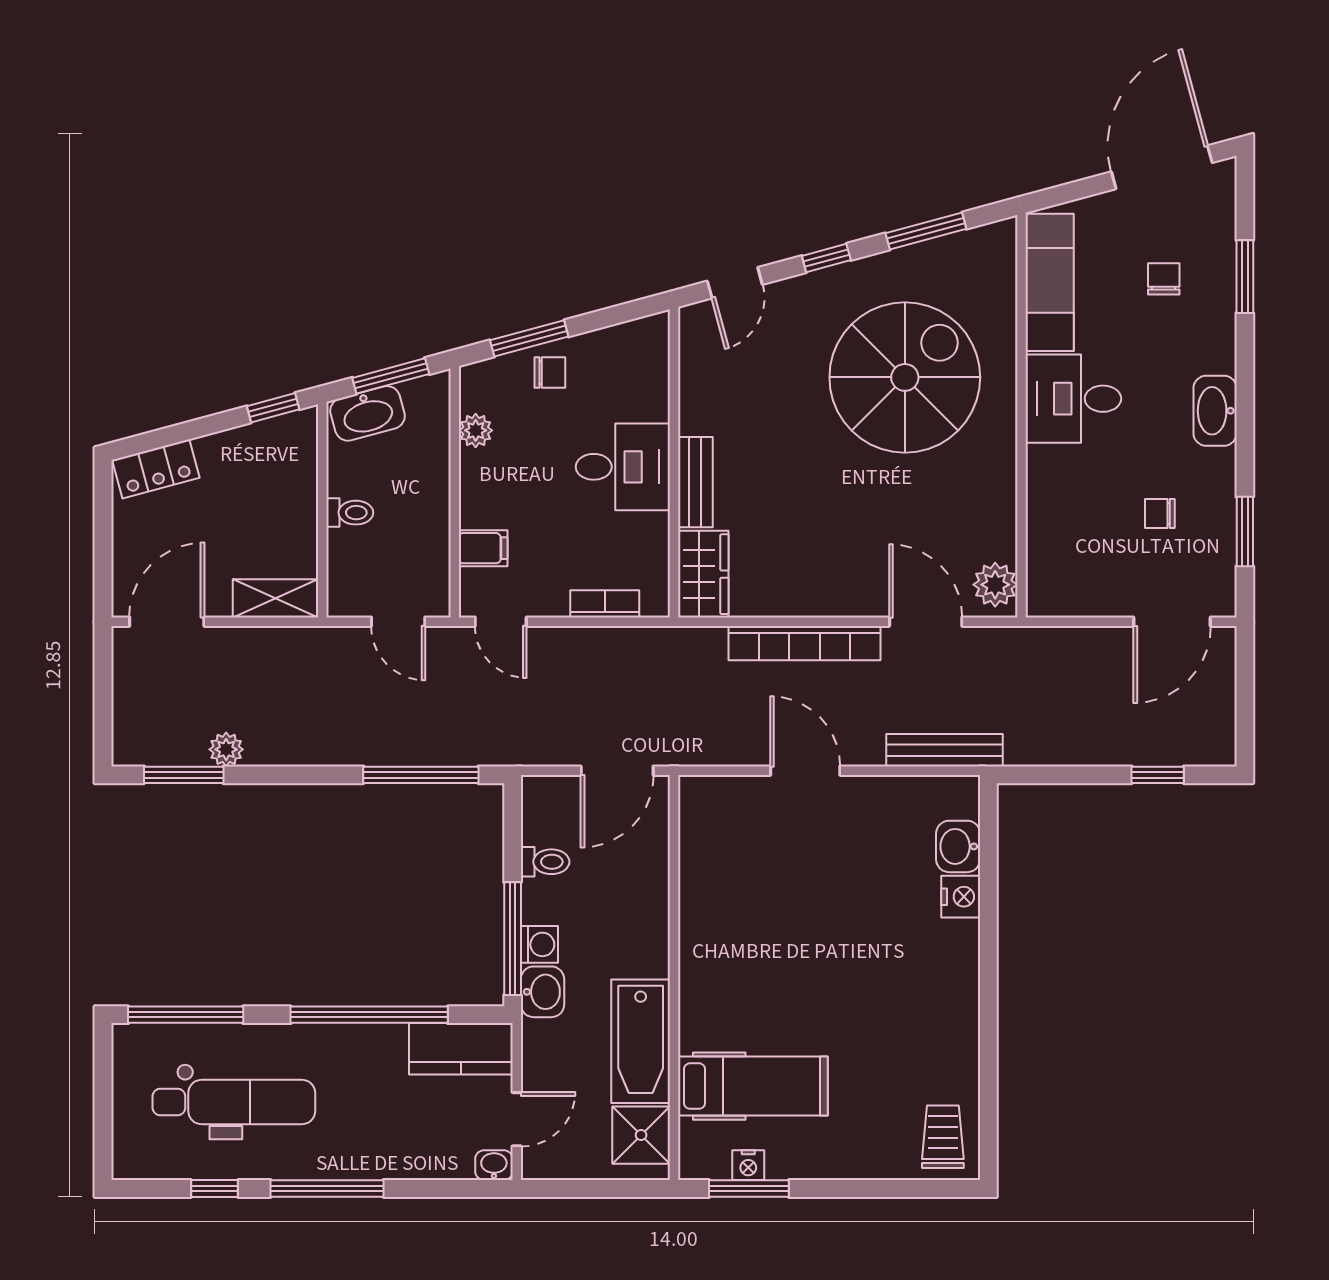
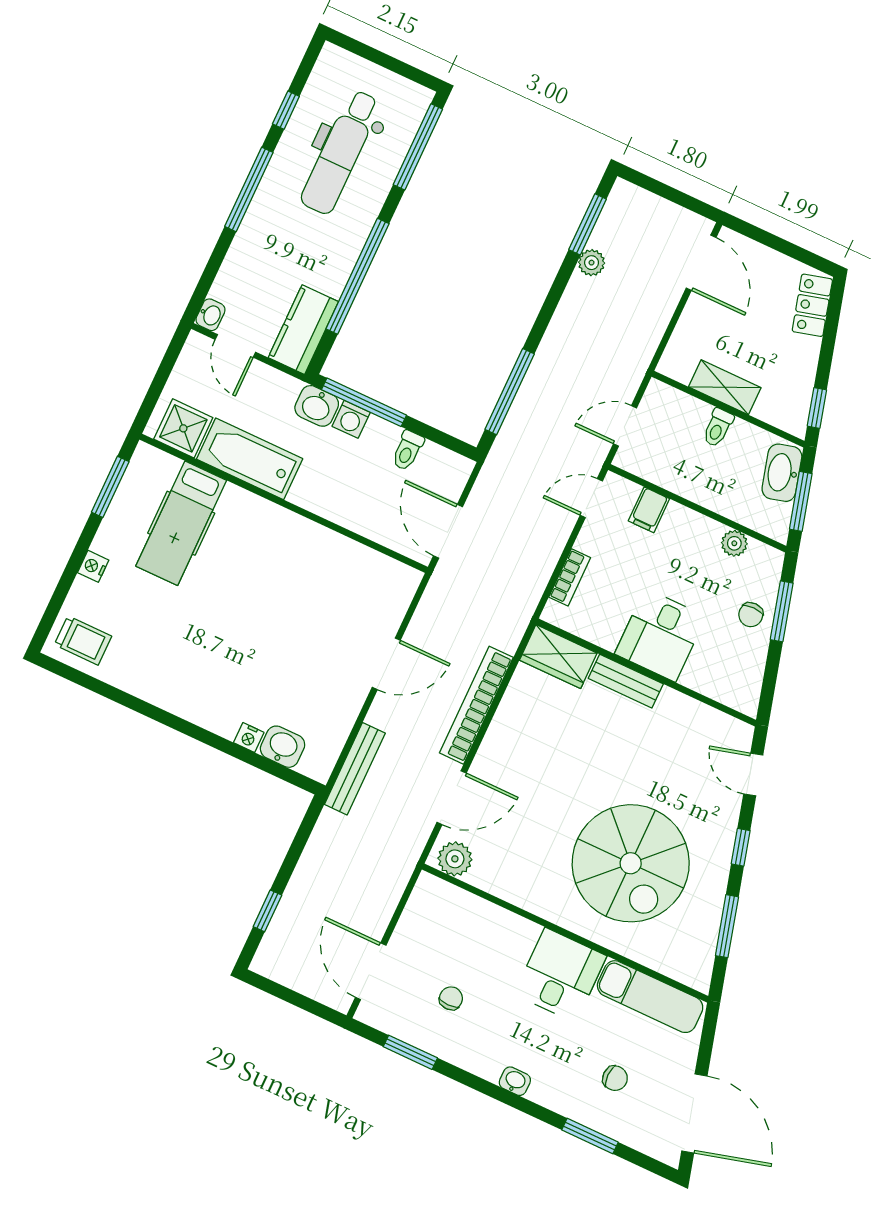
washbasin: (1215, 411) -> (515, 1081), width x0.52, depth x0.69
shelving: (276, 598) -> (725, 387), moved, turned 90
nightstand: (961, 897) -> (249, 737), width x0.72, depth x0.74
nightstand: (748, 1165) -> (93, 566), moved

